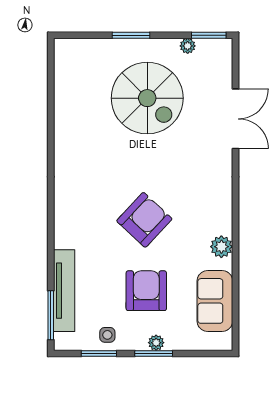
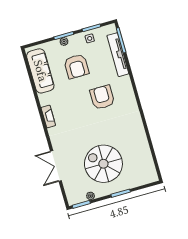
fireplace: (224, 213) -> (48, 116), added
armchair: (144, 220) -> (102, 97), moved, turned 137
plant: (221, 247) -> (45, 99), removed
sofa: (215, 301) -> (40, 71), width x1.36

